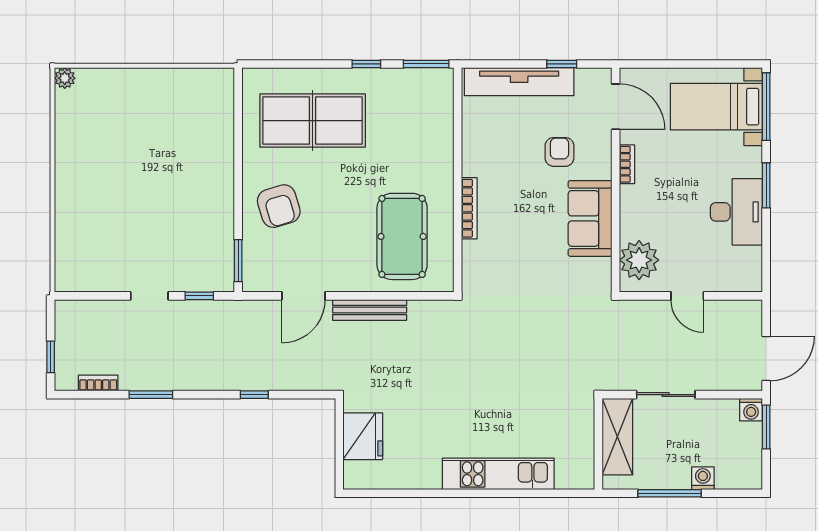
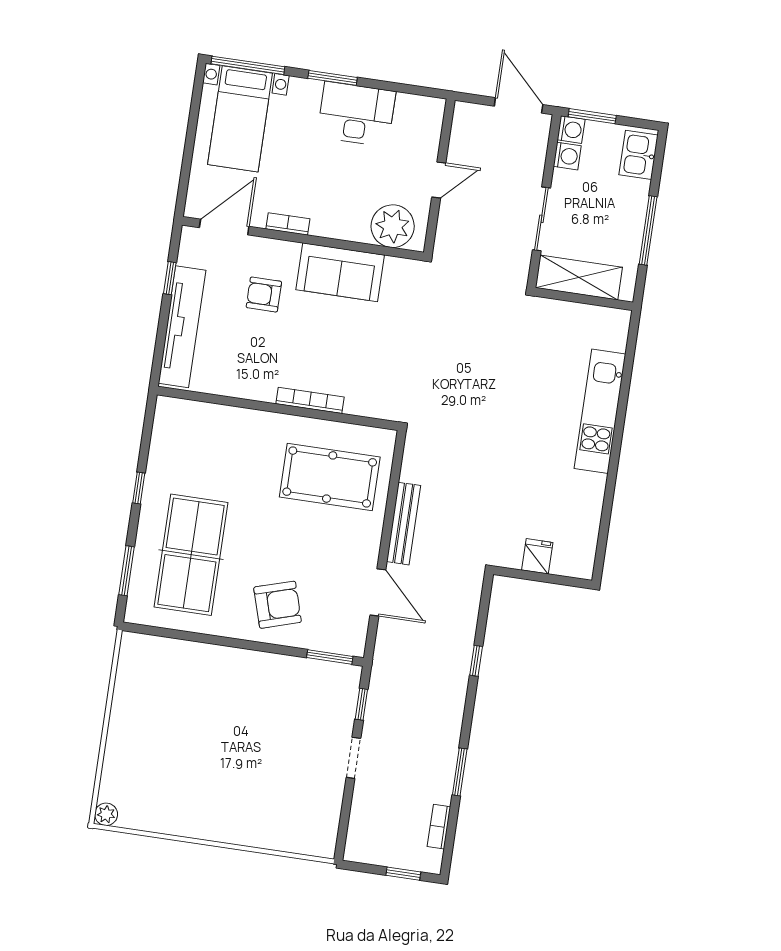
window: (426, 64) -> (127, 571), moved
fridge: (363, 436) -> (537, 556), width x0.53, depth x0.75
kitchen sink: (737, 474) -> (639, 155), added
washing machine: (703, 478) -> (567, 156), moved, turned 180

